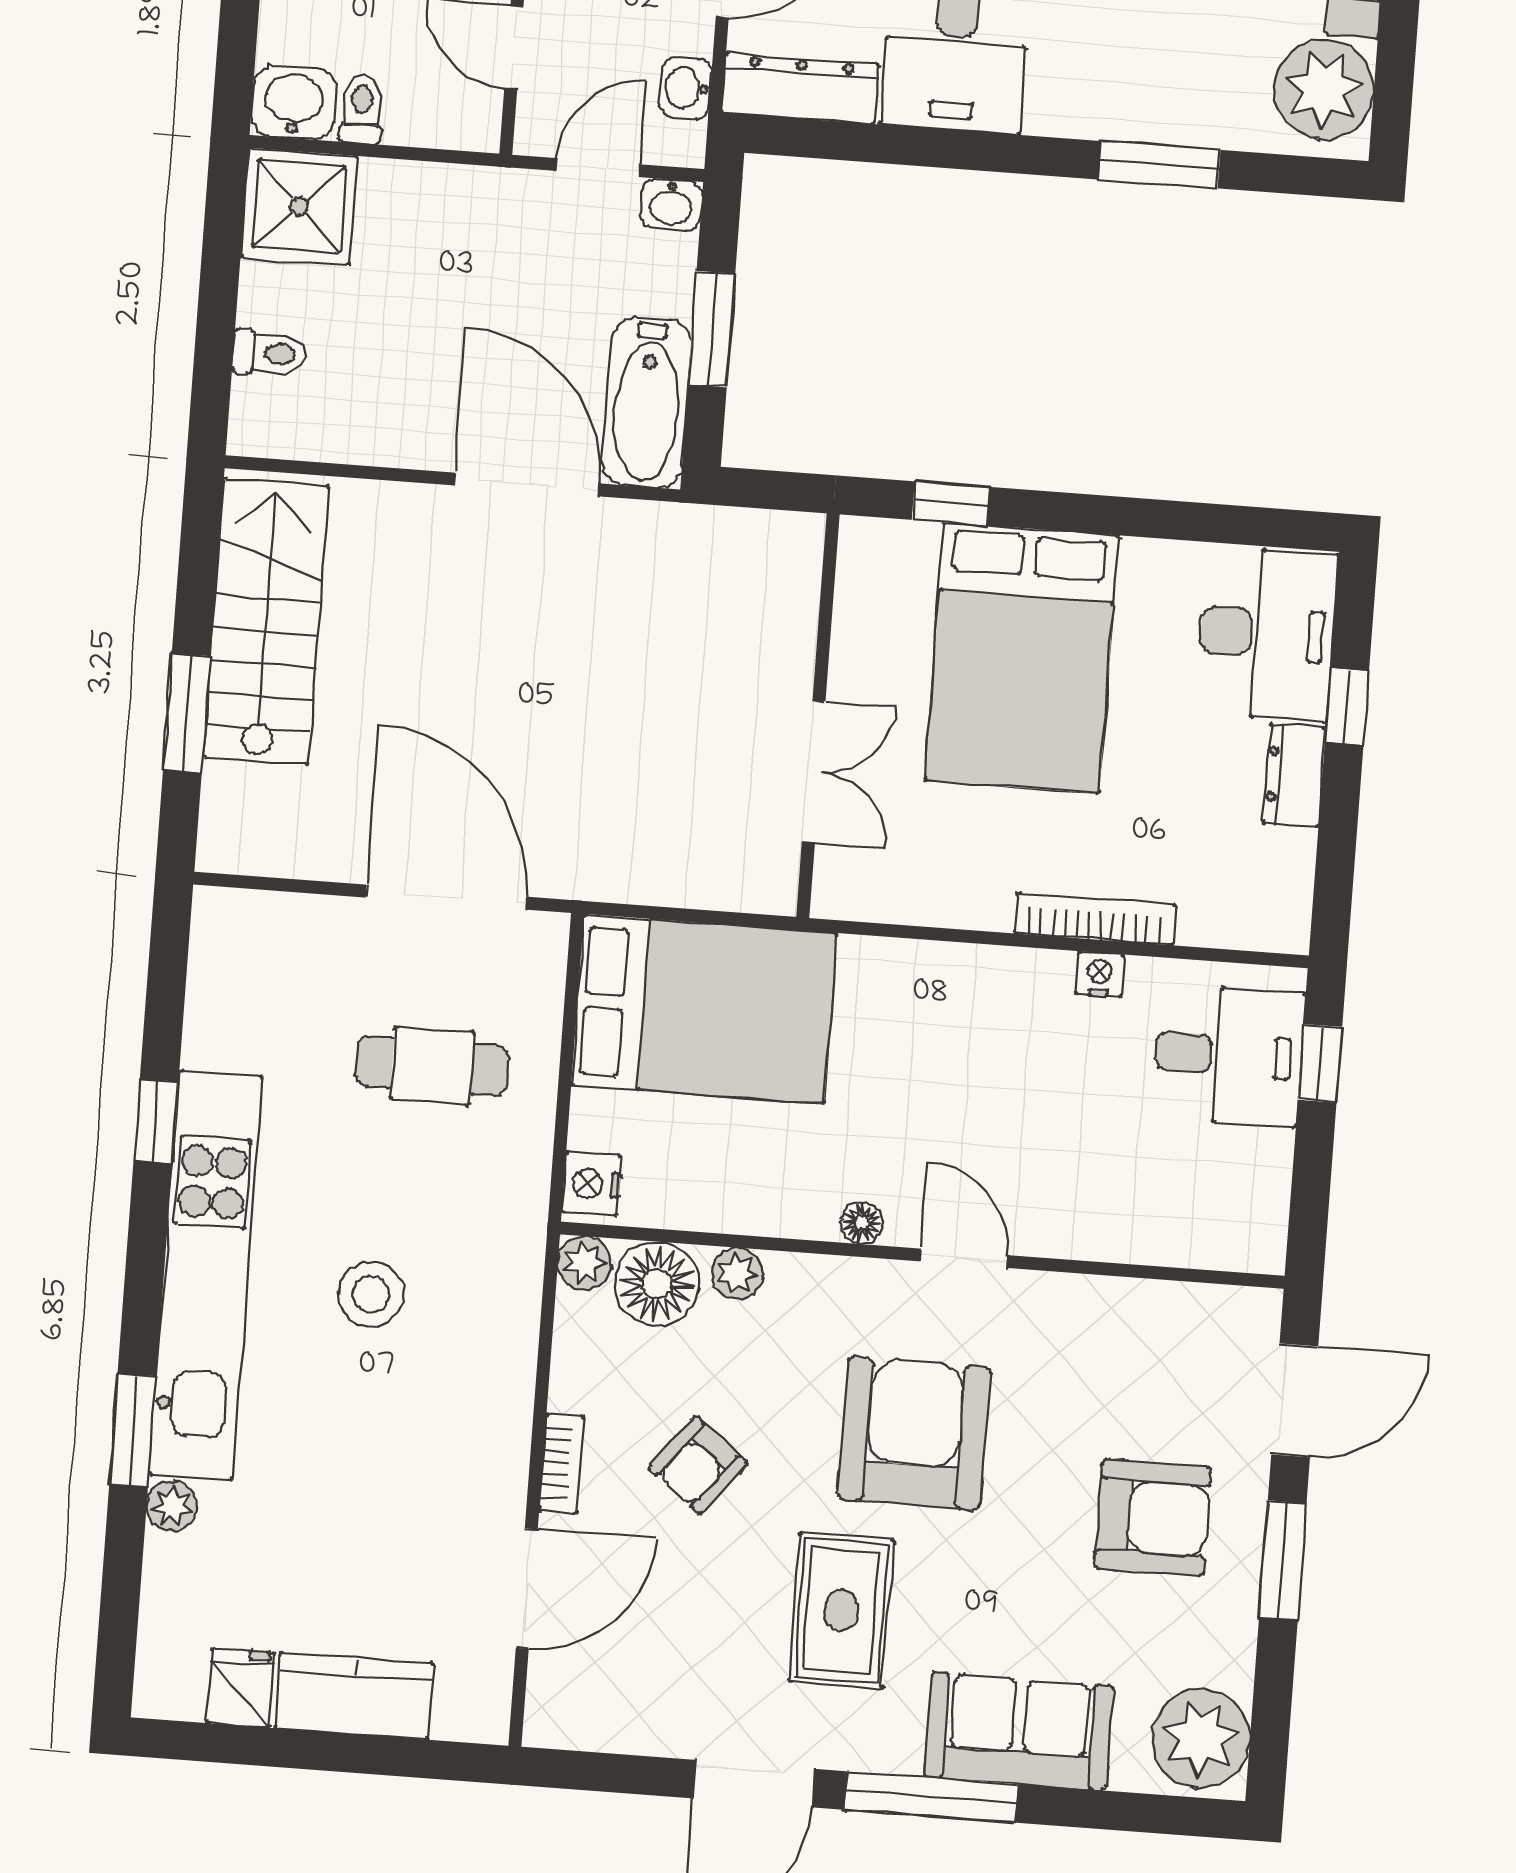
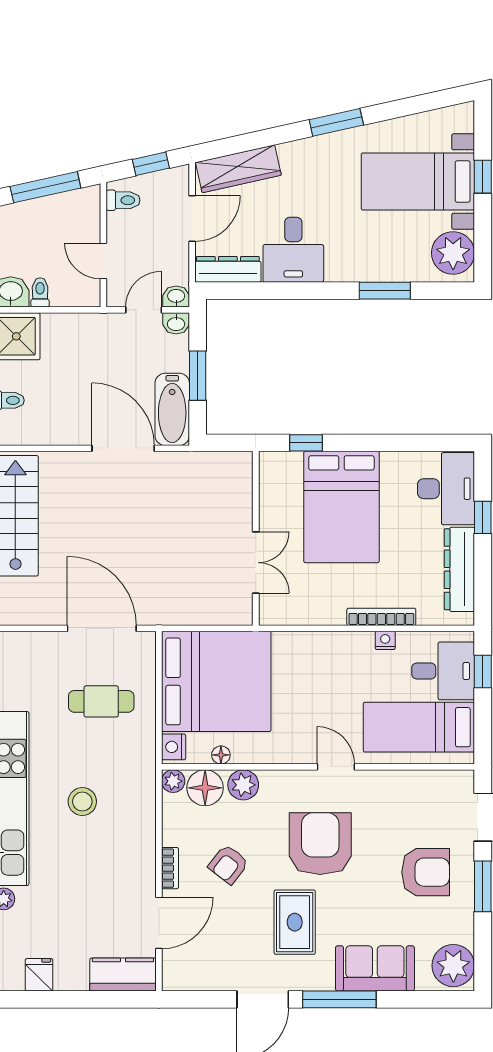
washbasin: (686, 88) -> (176, 297), moved, turned 90
dresser: (1294, 775) -> (459, 569), width x1.96, depth x1.24
bed: (704, 1009) -> (216, 681), width x1.36
bed: (1163, 1181) -> (419, 727), added
floor lamp: (862, 1223) -> (221, 755), moved
plant: (737, 1273) -> (243, 785), width x1.38, depth x1.38
kitchen counter: (354, 1696) -> (123, 975), moved

